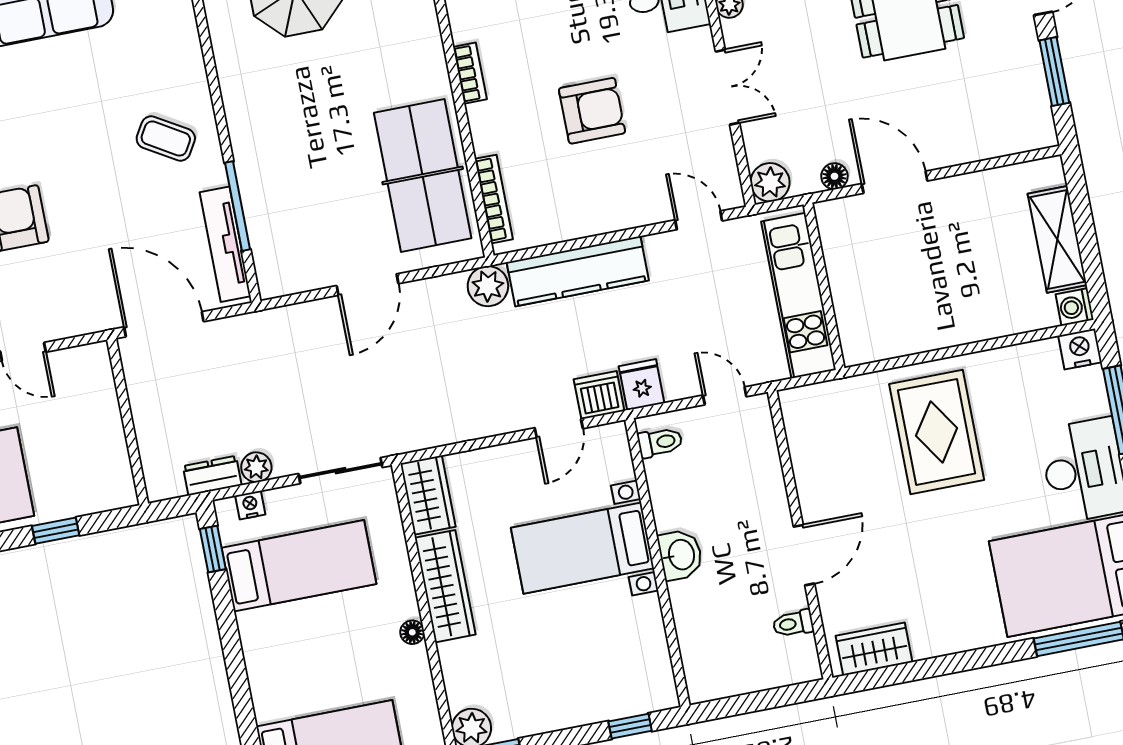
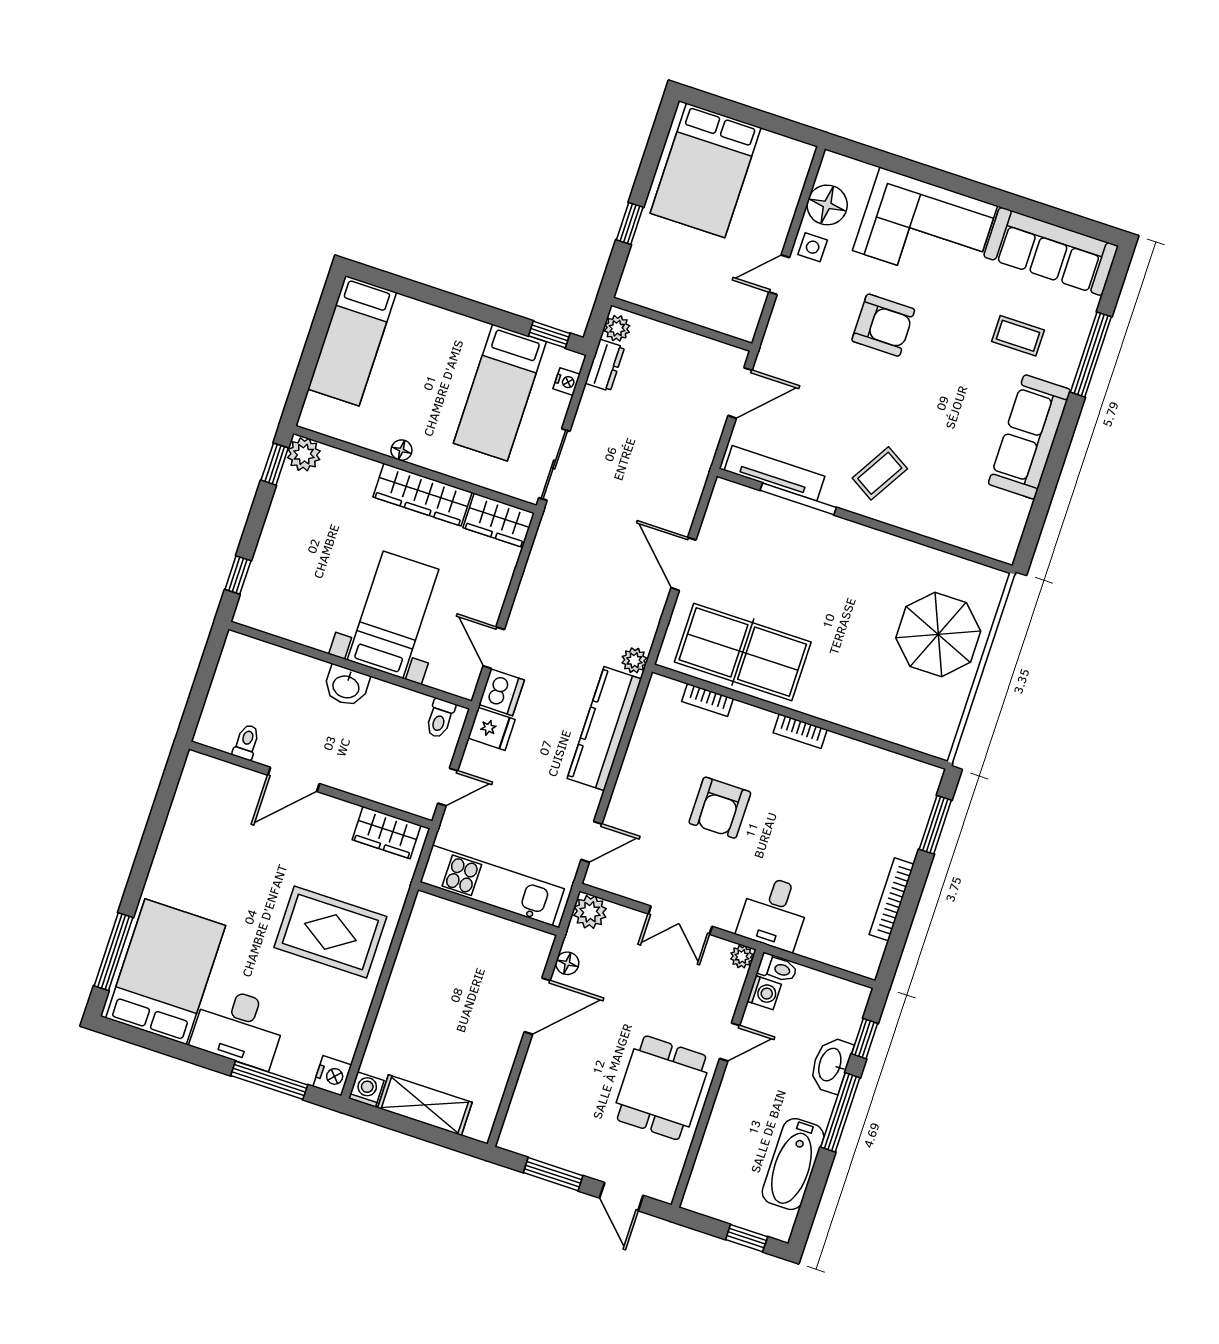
bookcase: (494, 199) -> (707, 700), width x0.64
plant: (488, 286) -> (634, 660), width x0.73, depth x0.73
door: (164, 324) -> (740, 393), width x0.73
plant: (256, 467) -> (617, 328), moved
door: (804, 555) -> (294, 779), hinge flipped
wardrobe: (874, 649) -> (387, 833), moved, turned 90

